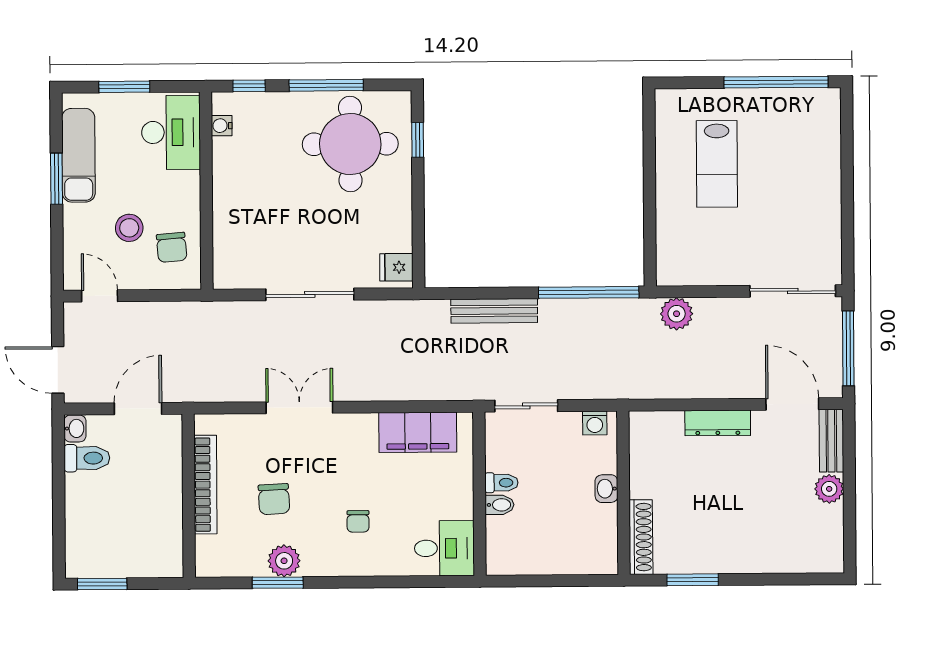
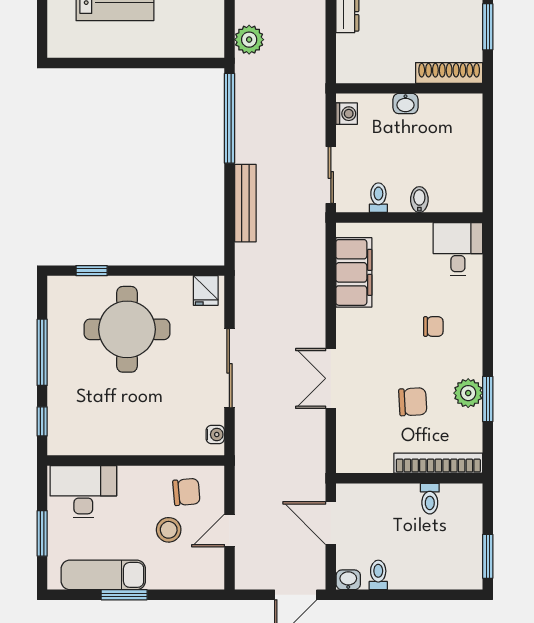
water cooler: (222, 126) -> (215, 435), moved, turned -90
round table: (350, 144) -> (127, 329), moved
door: (100, 296) -> (229, 531), moved
toilet: (87, 458) -> (378, 575), width x0.73, depth x0.72
toilet: (501, 483) -> (378, 198), moved
bookcase: (205, 485) -> (438, 463), moved
toilet: (166, 519) -> (430, 499), added

